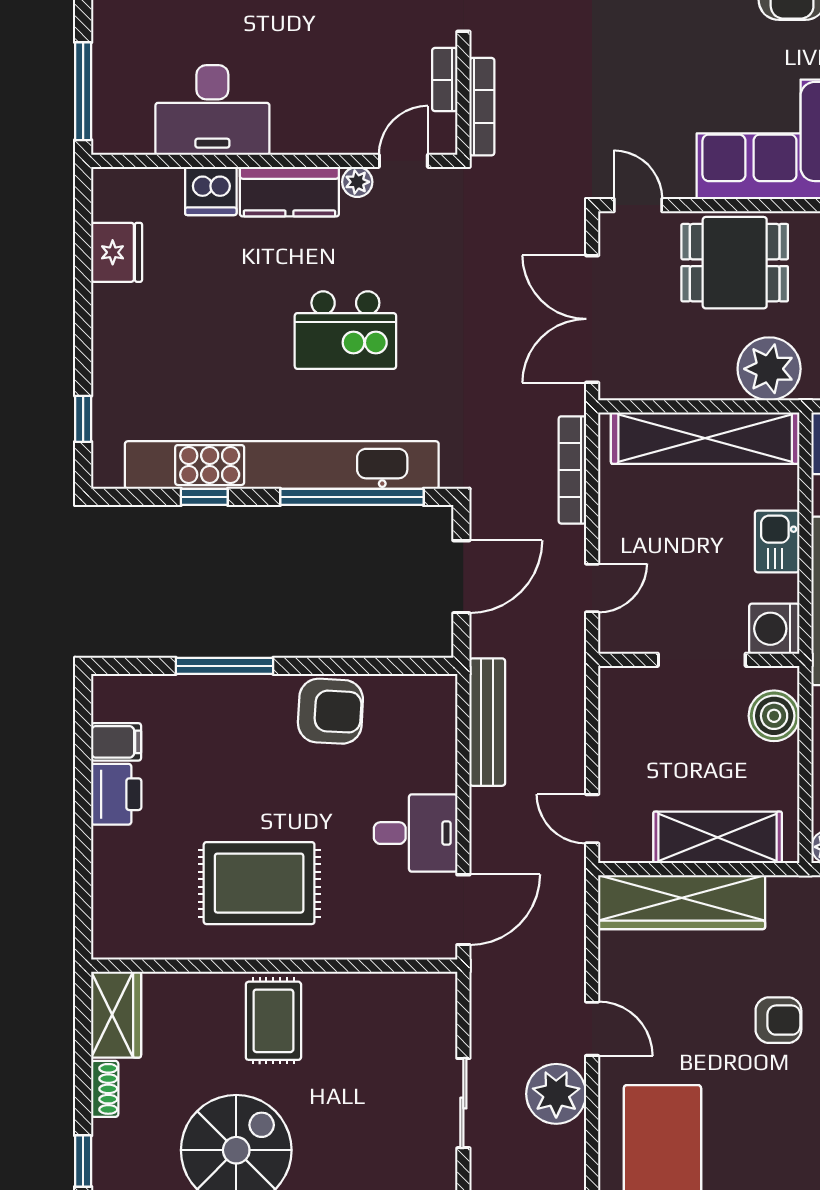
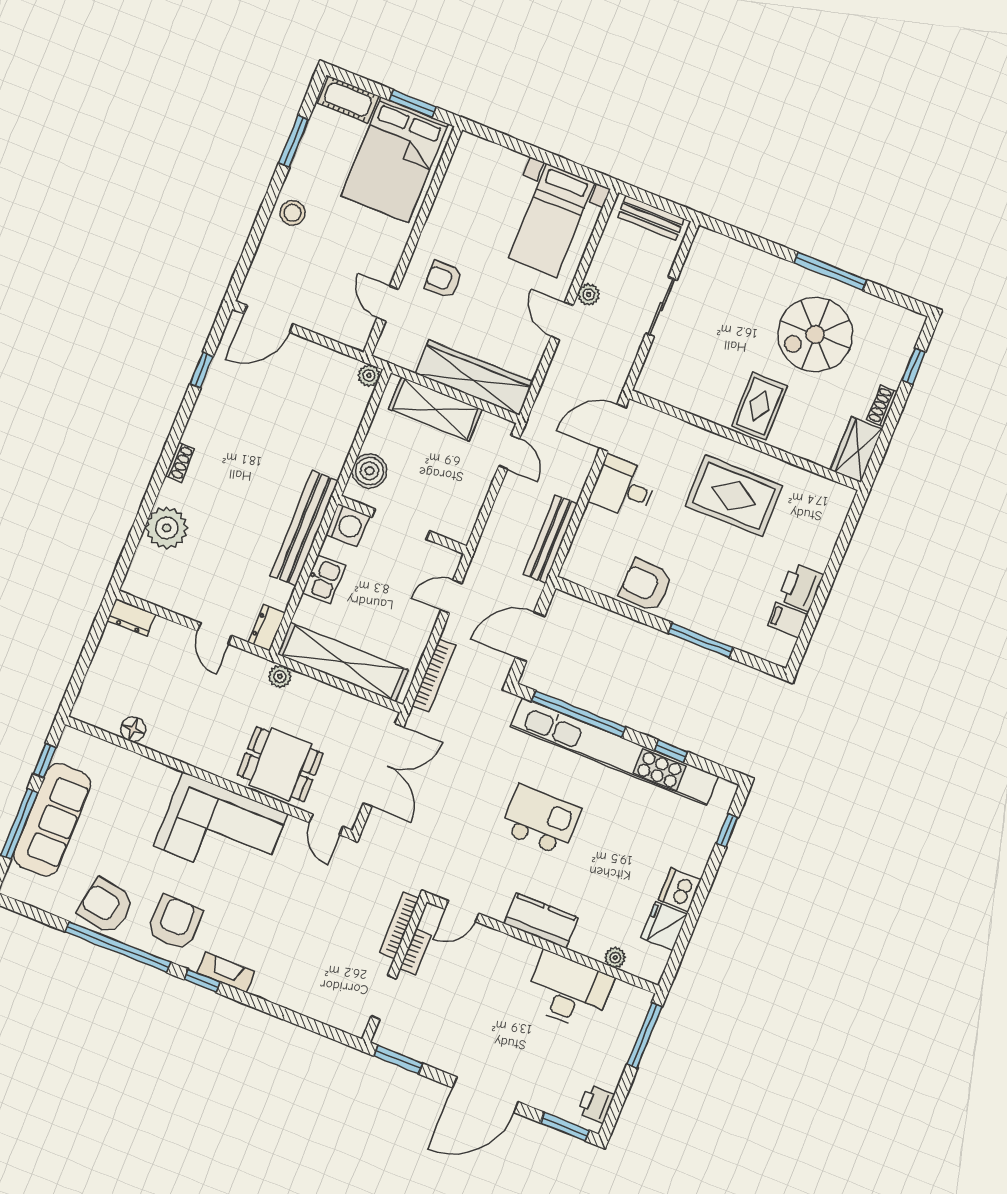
plant: (357, 182) -> (615, 958), moved
dishwasher: (211, 191) -> (680, 890), moved, turned -90
plant: (769, 369) -> (280, 676), width x0.53, depth x0.53
plant: (556, 1094) -> (589, 295), width x0.53, depth x0.53

